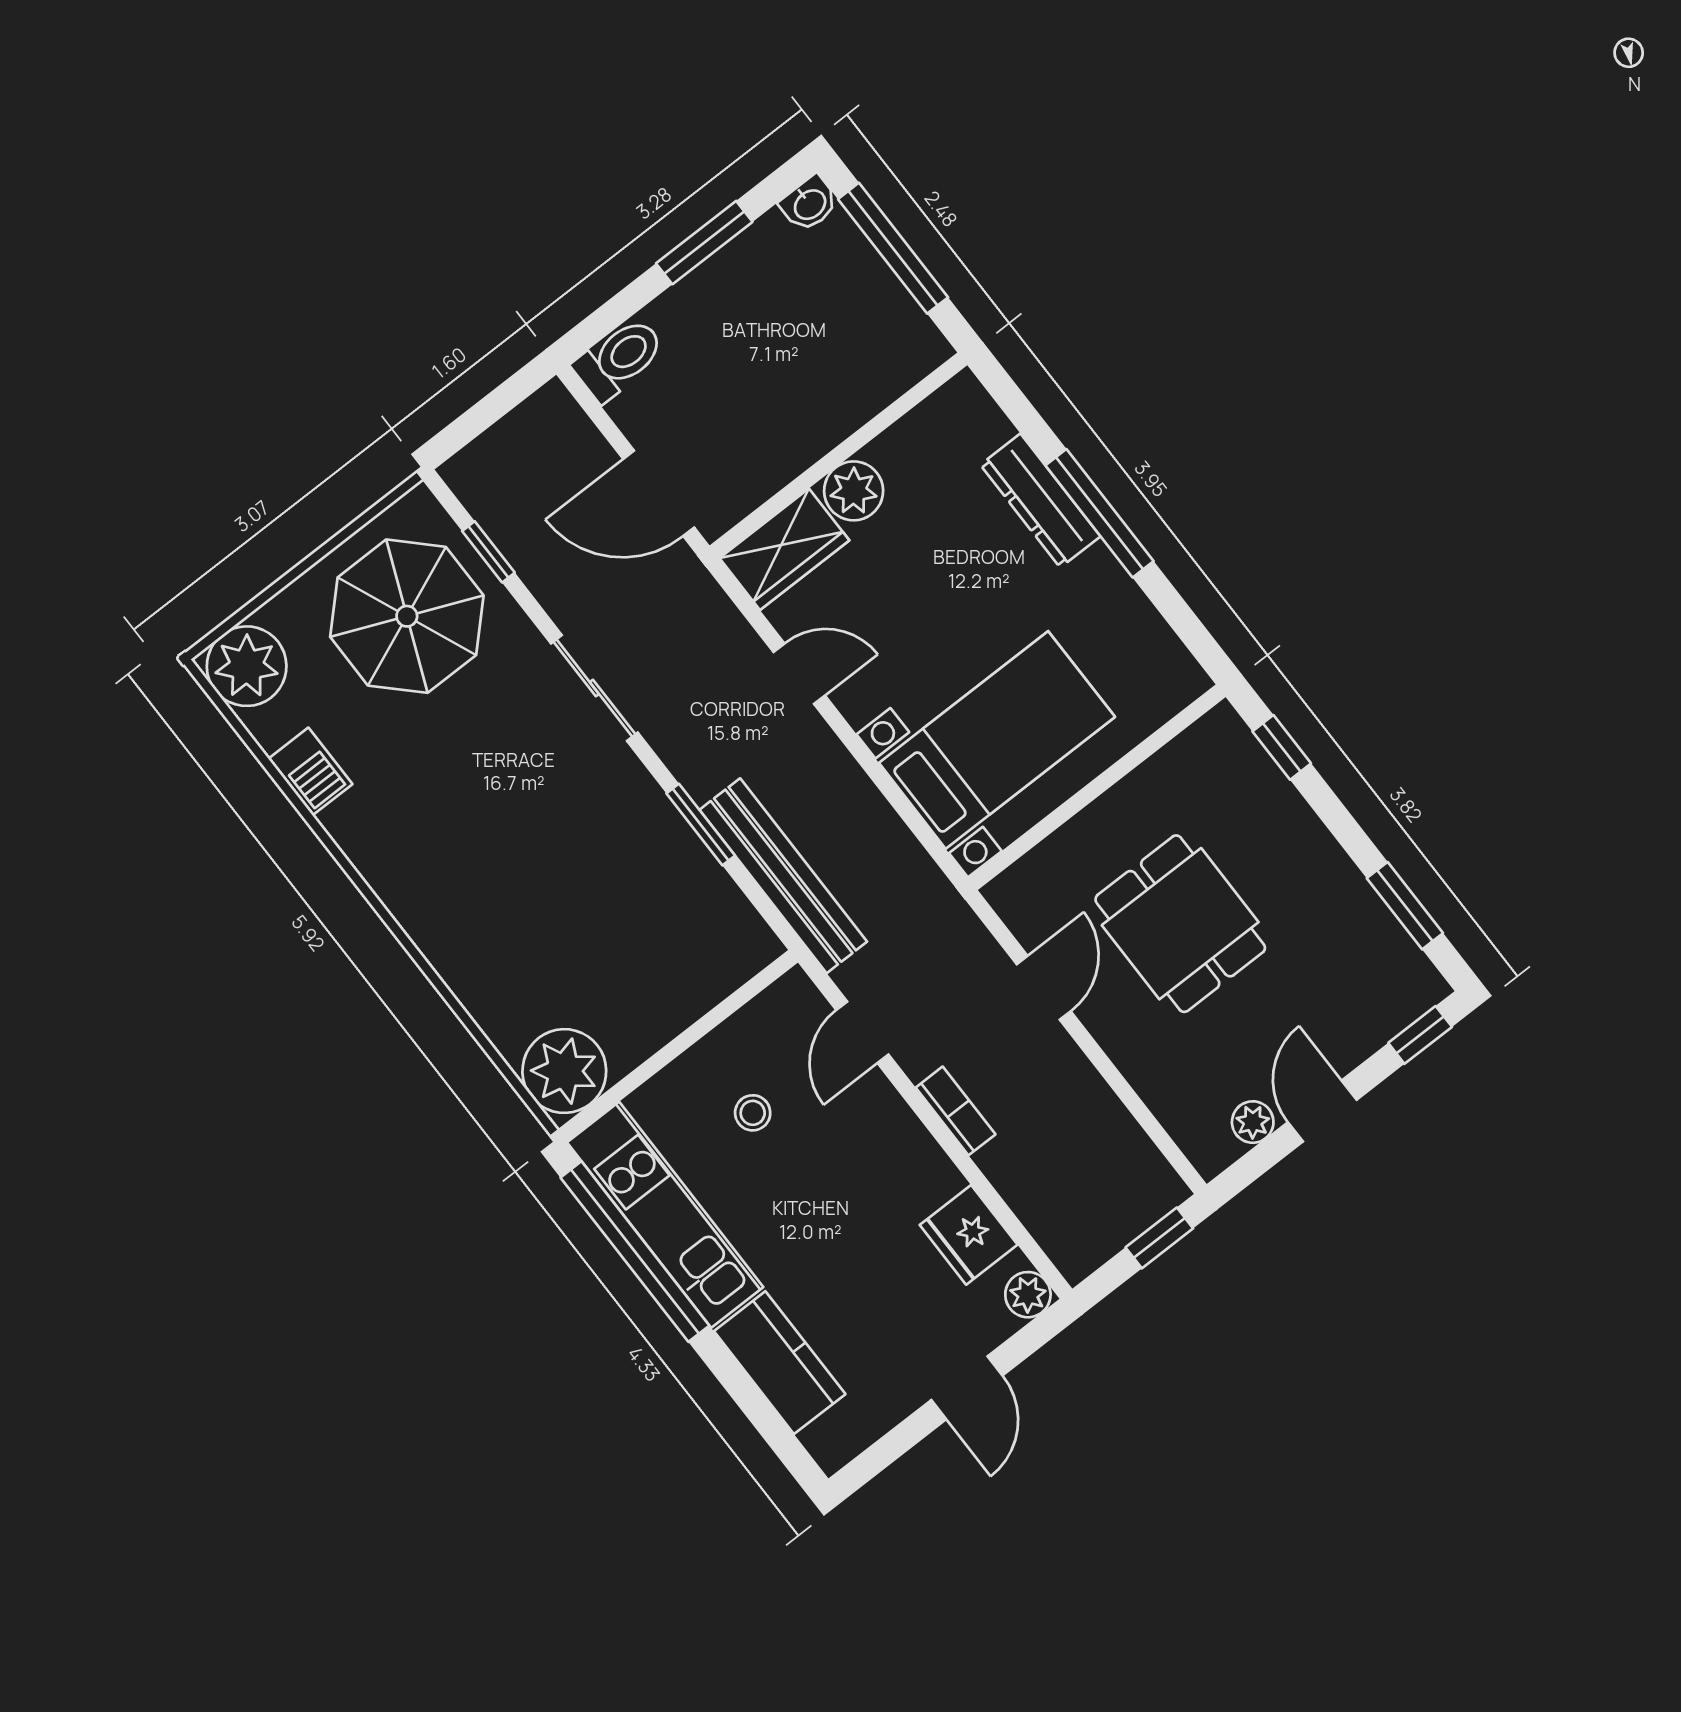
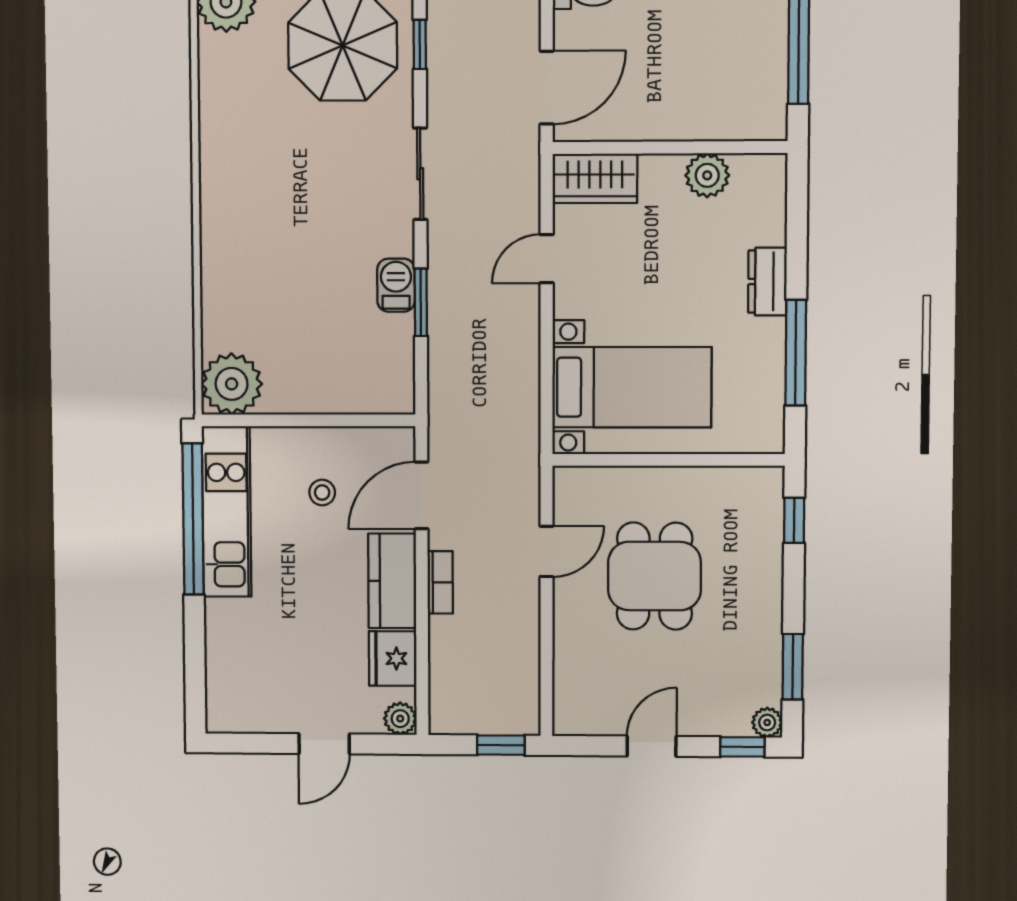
plant: (854, 491) -> (707, 175), moved
door: (659, 493) -> (547, 88), swing flipped
dresser: (1040, 500) -> (767, 281), width x0.70
window: (1099, 513) -> (796, 353), moved
door: (799, 674) -> (547, 259), swing flipped
barbecue: (310, 771) -> (396, 285), moved, turned 180
bench: (783, 876) -> (446, 369), removed
door: (862, 1032) -> (422, 495), width x1.38
plant: (1253, 1122) -> (767, 723), moved
kitchen counter: (780, 1363) -> (392, 581), moved, turned 180

